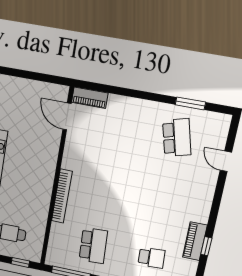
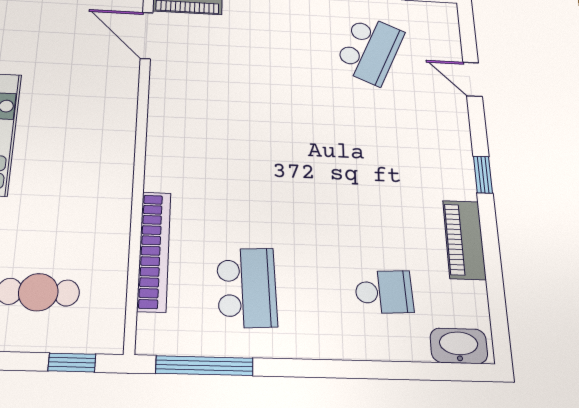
school desk: (177, 138) -> (370, 50), turned 39
bookcase: (62, 196) -> (154, 251), moved
window: (206, 246) -> (483, 175), moved

